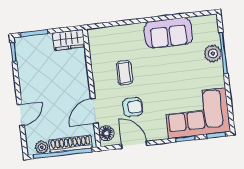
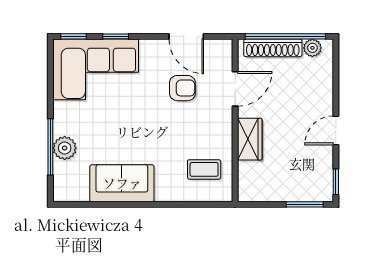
wardrobe: (69, 40) -> (250, 139), moved, turned 90
coffee table: (125, 73) -> (204, 169), moved, turned 90
armchair: (133, 107) -> (182, 88), turned 180
door: (21, 115) -> (336, 130), moved
floor lamp: (106, 133) -> (222, 56), removed

